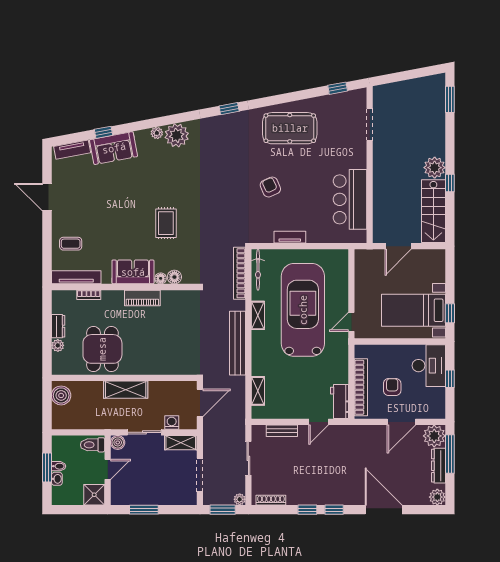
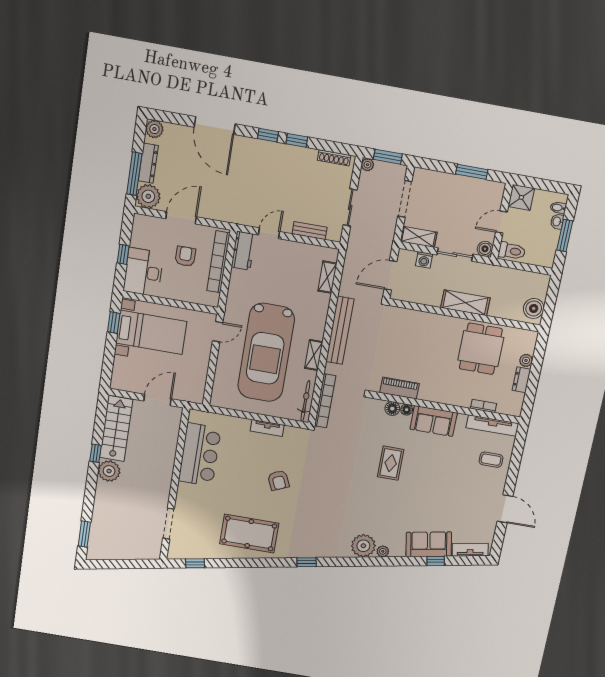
piano: (142, 298) -> (399, 388), moved
armchair: (392, 387) -> (185, 256), turned 180
bidet: (59, 466) -> (558, 208), moved

